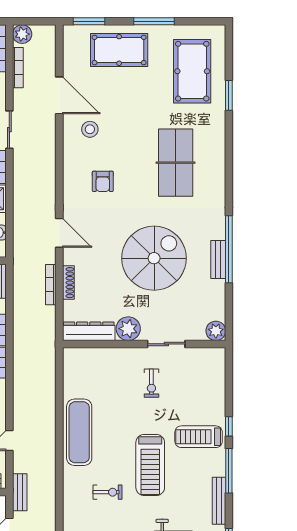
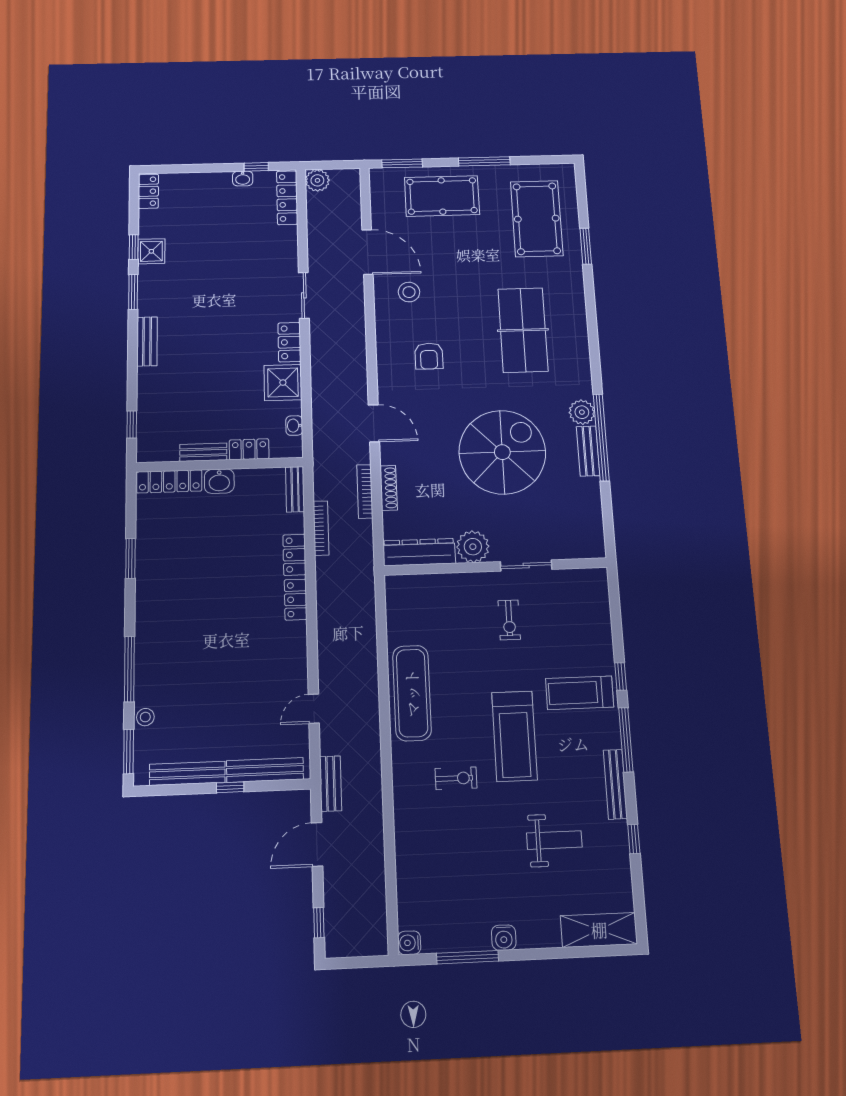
bookcase: (18, 68) -> (321, 528), moved
plant: (216, 331) -> (582, 412), moved

